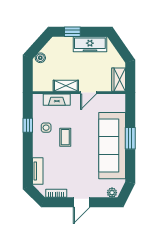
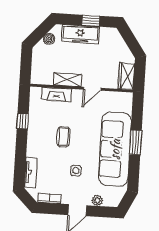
window: (72, 32) -> (91, 21), moved
freezer: (90, 44) -> (80, 34), moved
boiler: (40, 58) -> (49, 39), moved
side table: (46, 128) -> (76, 171), moved
plant: (112, 193) -> (97, 200), moved

